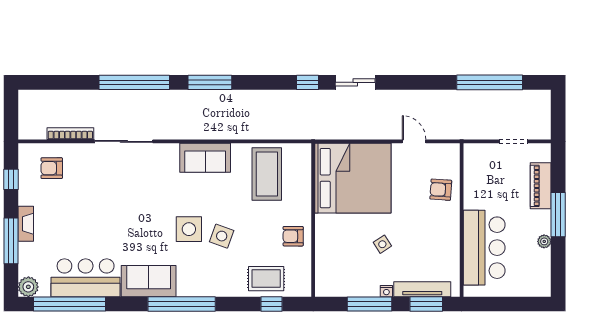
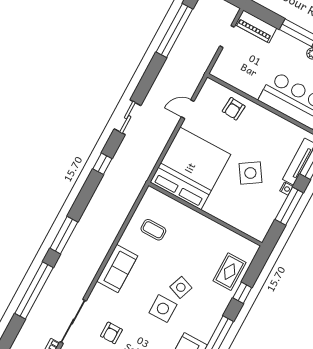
sliding door: (355, 82) -> (128, 117), moved
coffee table: (267, 174) -> (153, 230), width x0.54, depth x0.58
piano: (541, 186) -> (256, 26), moved
armchair: (293, 236) -> (111, 333), moved
side table: (382, 244) -> (250, 173), width x1.87, depth x1.87
window: (272, 304) -> (242, 293), moved

